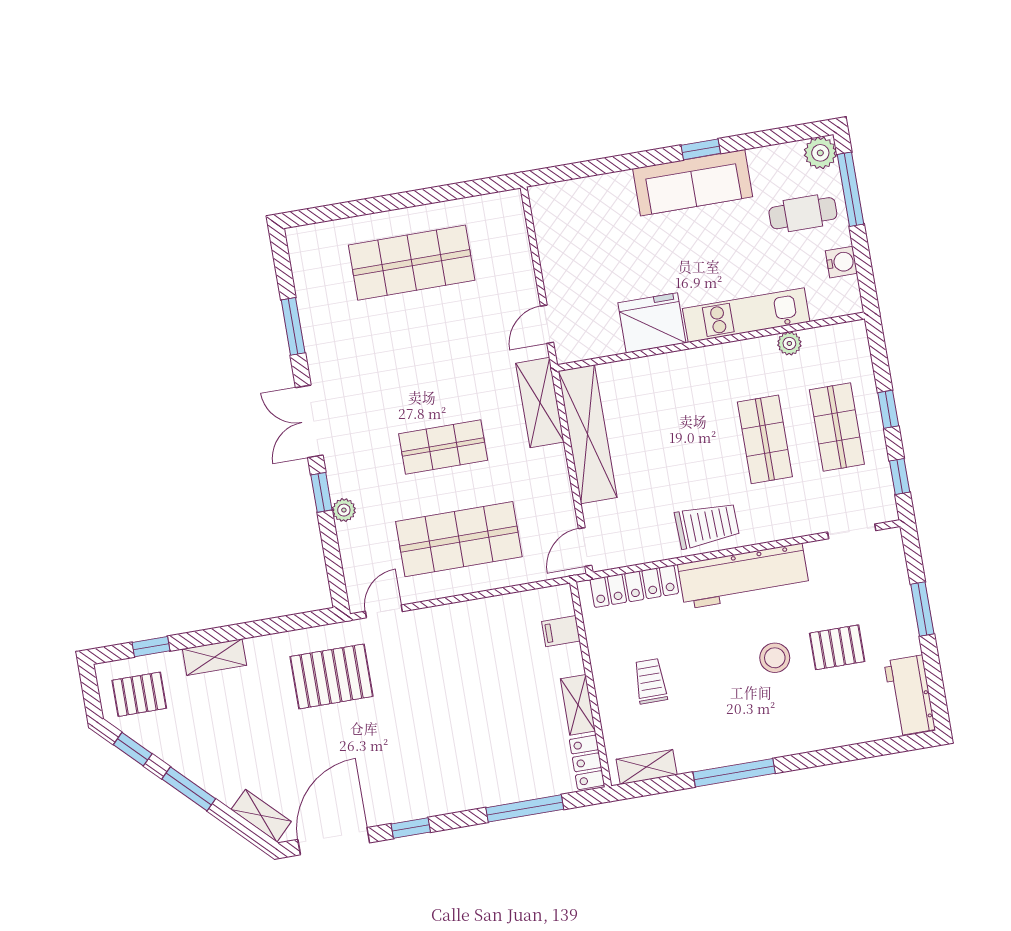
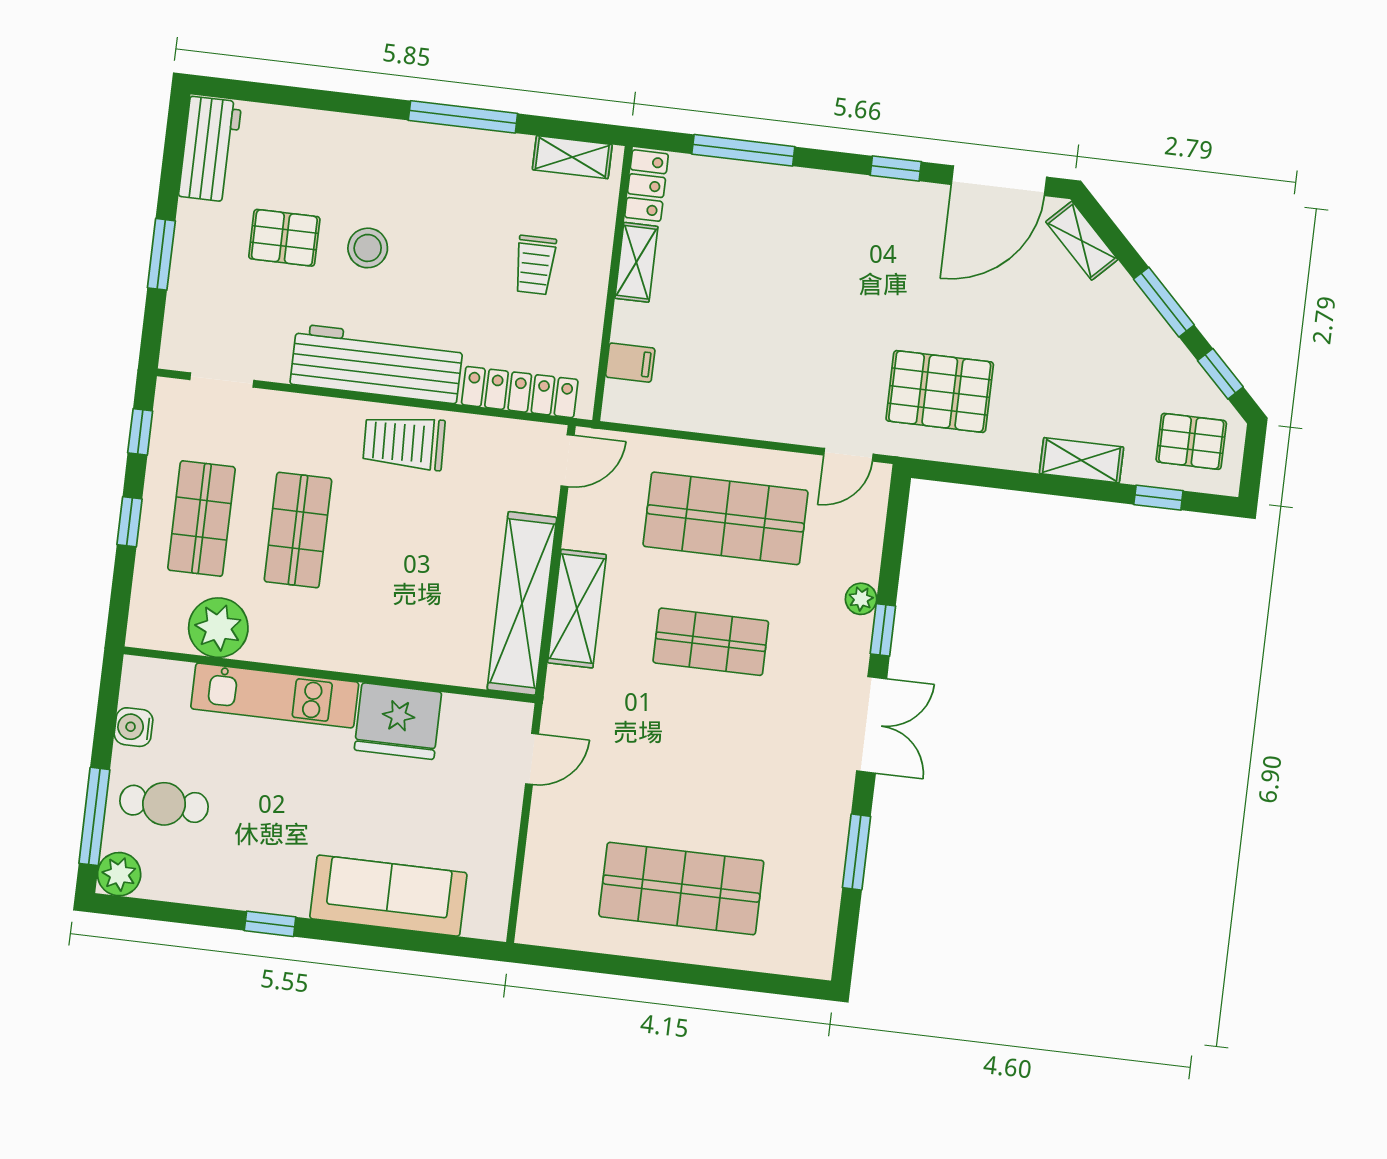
sofa: (693, 183) -> (388, 896), moved
plant: (789, 343) -> (218, 628), width x1.87, depth x1.87
shelving: (540, 403) -> (577, 609), moved

